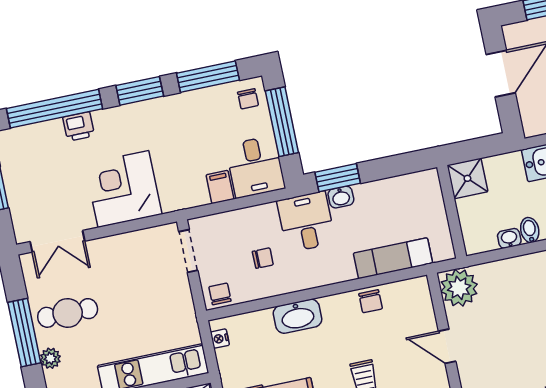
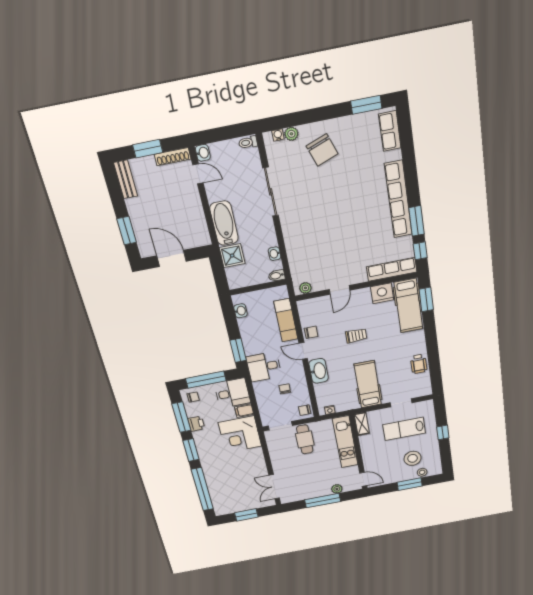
printer: (79, 126) -> (196, 424), moved
shower: (467, 178) -> (232, 256), moved
corner desk: (123, 189) -> (240, 434), moved
washbasin: (341, 197) -> (240, 311), moved
bidet: (530, 230) -> (277, 276), moved
double door: (57, 241) -> (274, 487), swing flipped
plant: (459, 288) -> (305, 288), width x0.53, depth x0.53
door: (336, 289) -> (303, 351), added
cafe table: (68, 313) -> (305, 439), moved

